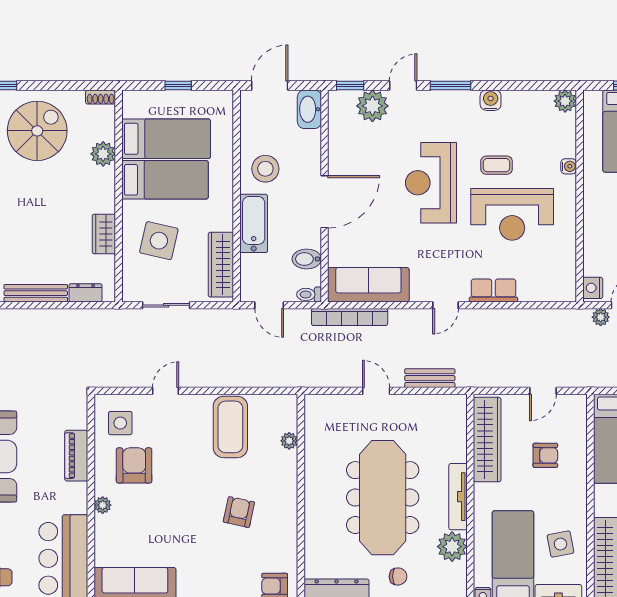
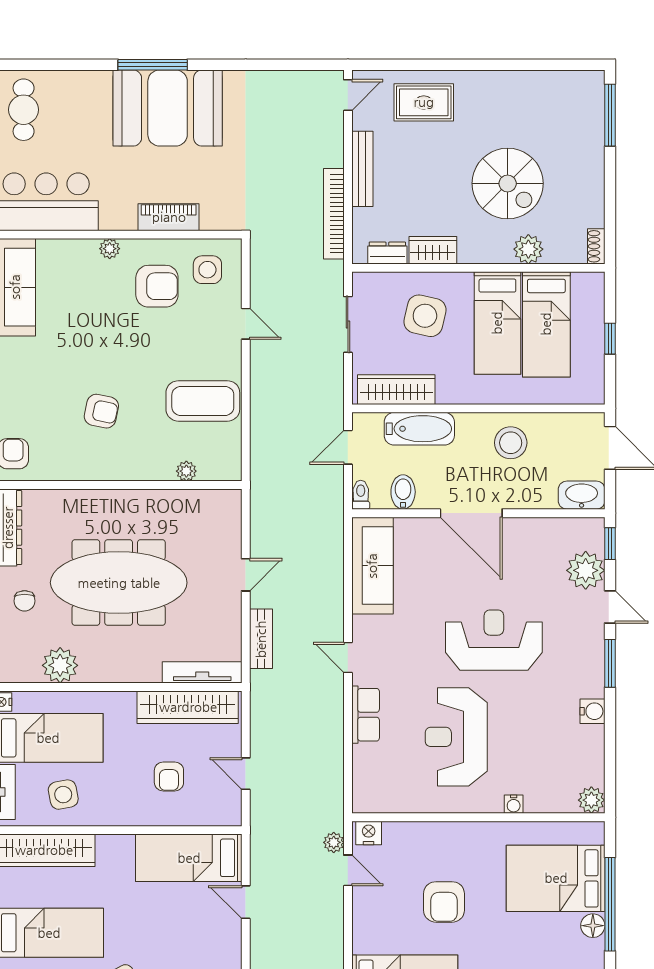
spiral stairs: (37, 131) -> (508, 183), moved
coffee table: (497, 165) -> (515, 718), removed
bathtub: (254, 223) -> (419, 429), moved
dresser: (85, 293) -> (387, 253), moved, turned -90
bookcase: (350, 317) -> (334, 214), moved
tv unit: (458, 497) -> (202, 672), moved

